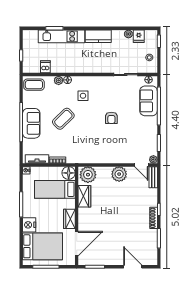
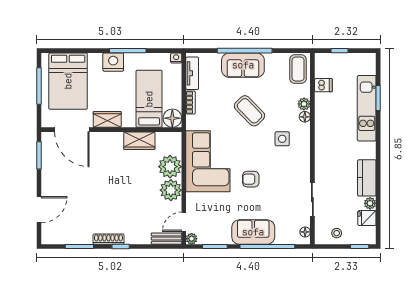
kitchen counter: (98, 36) -> (367, 178), moved
sofa: (149, 101) -> (253, 232), moved
corner sofa: (99, 148) -> (208, 161), added
plant: (88, 175) -> (170, 167), moved
nightstand: (29, 225) -> (113, 62), moved

